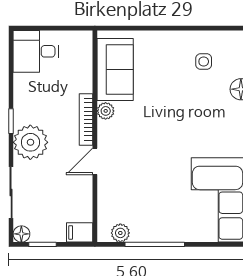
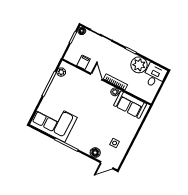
plant: (30, 142) -> (139, 65), moved
filing cabinet: (80, 232) -> (83, 62), moved

